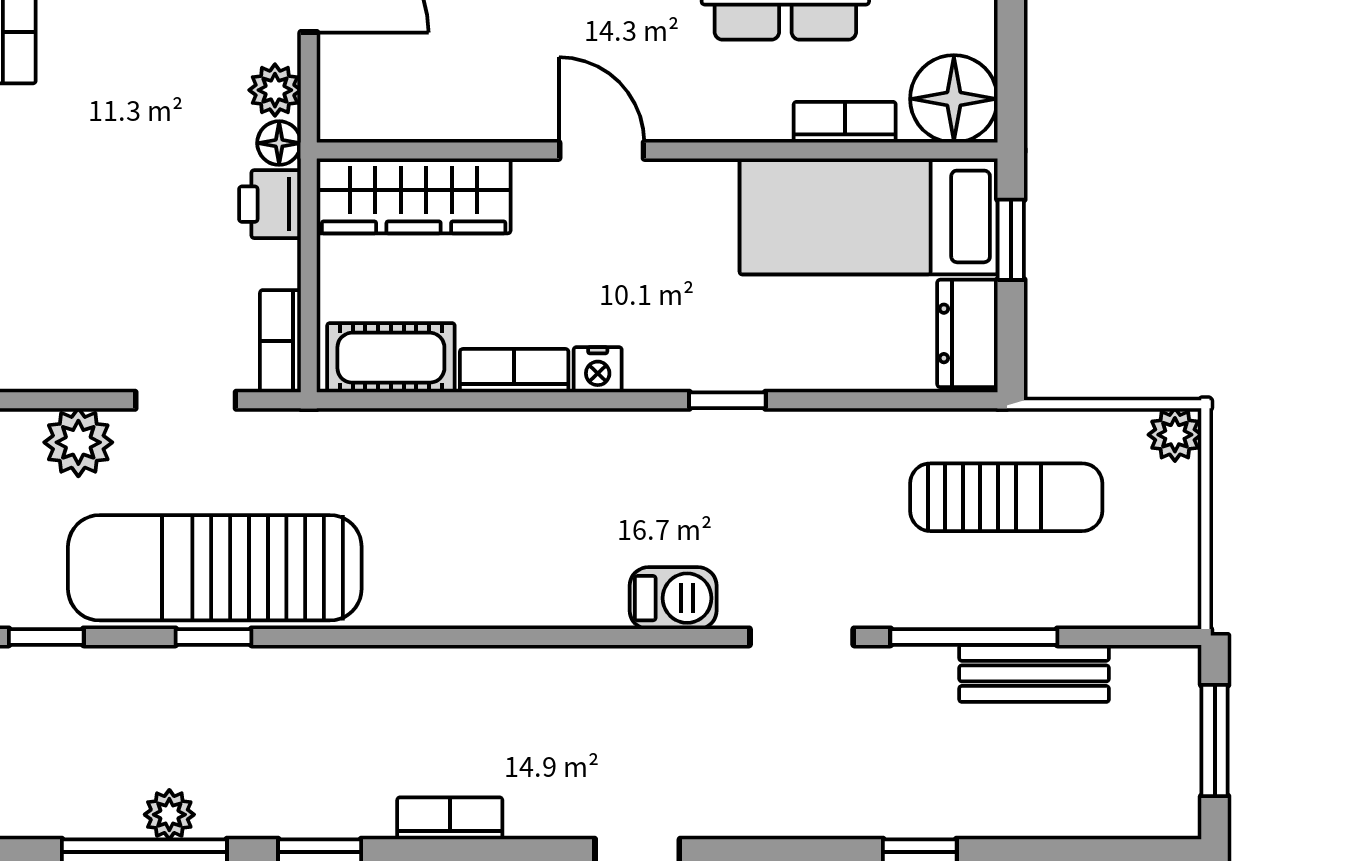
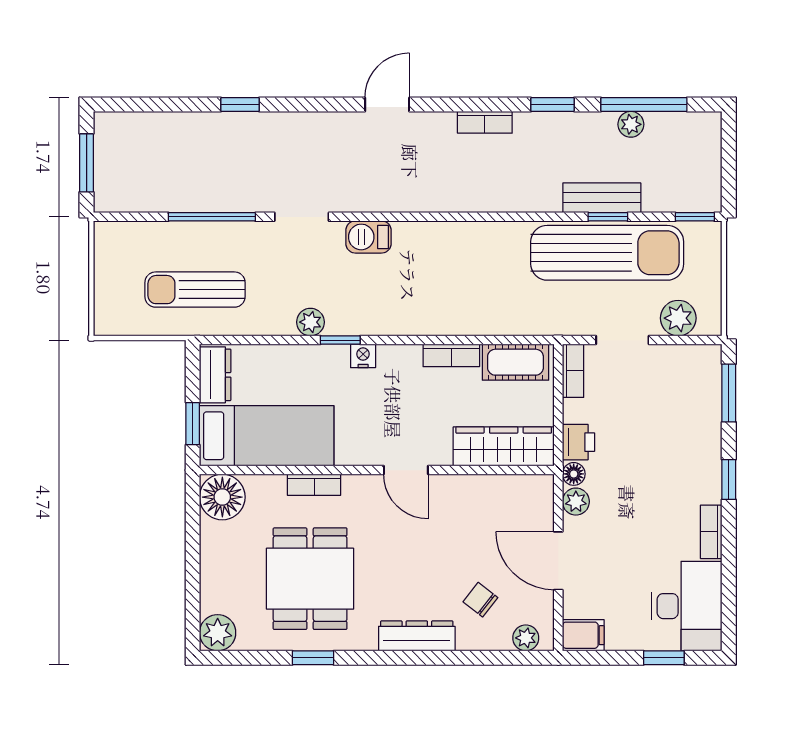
bookcase: (845, 122) -> (314, 485), moved
nightstand: (598, 370) -> (363, 356), moved
plant: (1175, 435) -> (310, 322), moved
bench: (1034, 673) -> (602, 198), moved

